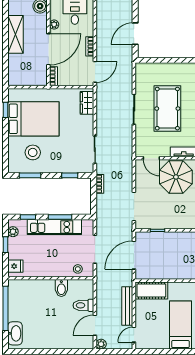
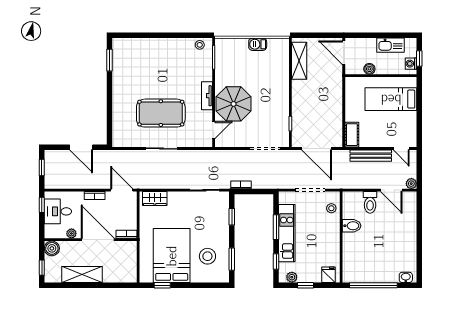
cot: (151, 290) -> (352, 135), width x0.73, depth x0.75
washbasin: (15, 333) -> (406, 277), width x0.52, depth x0.69

